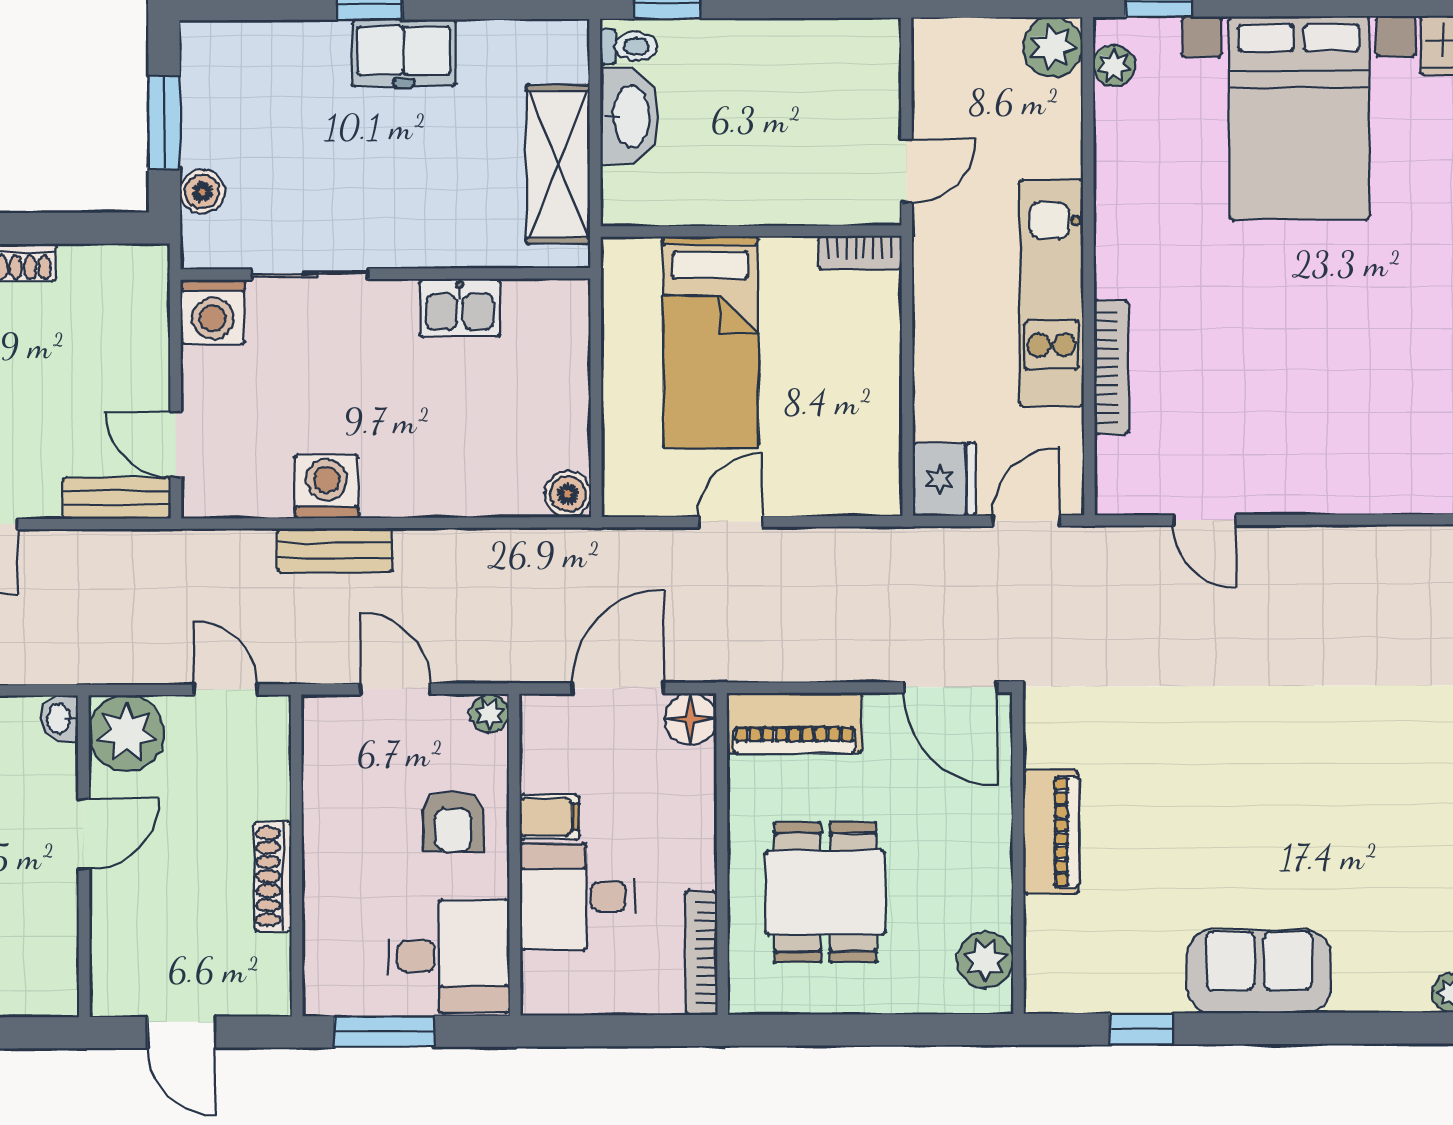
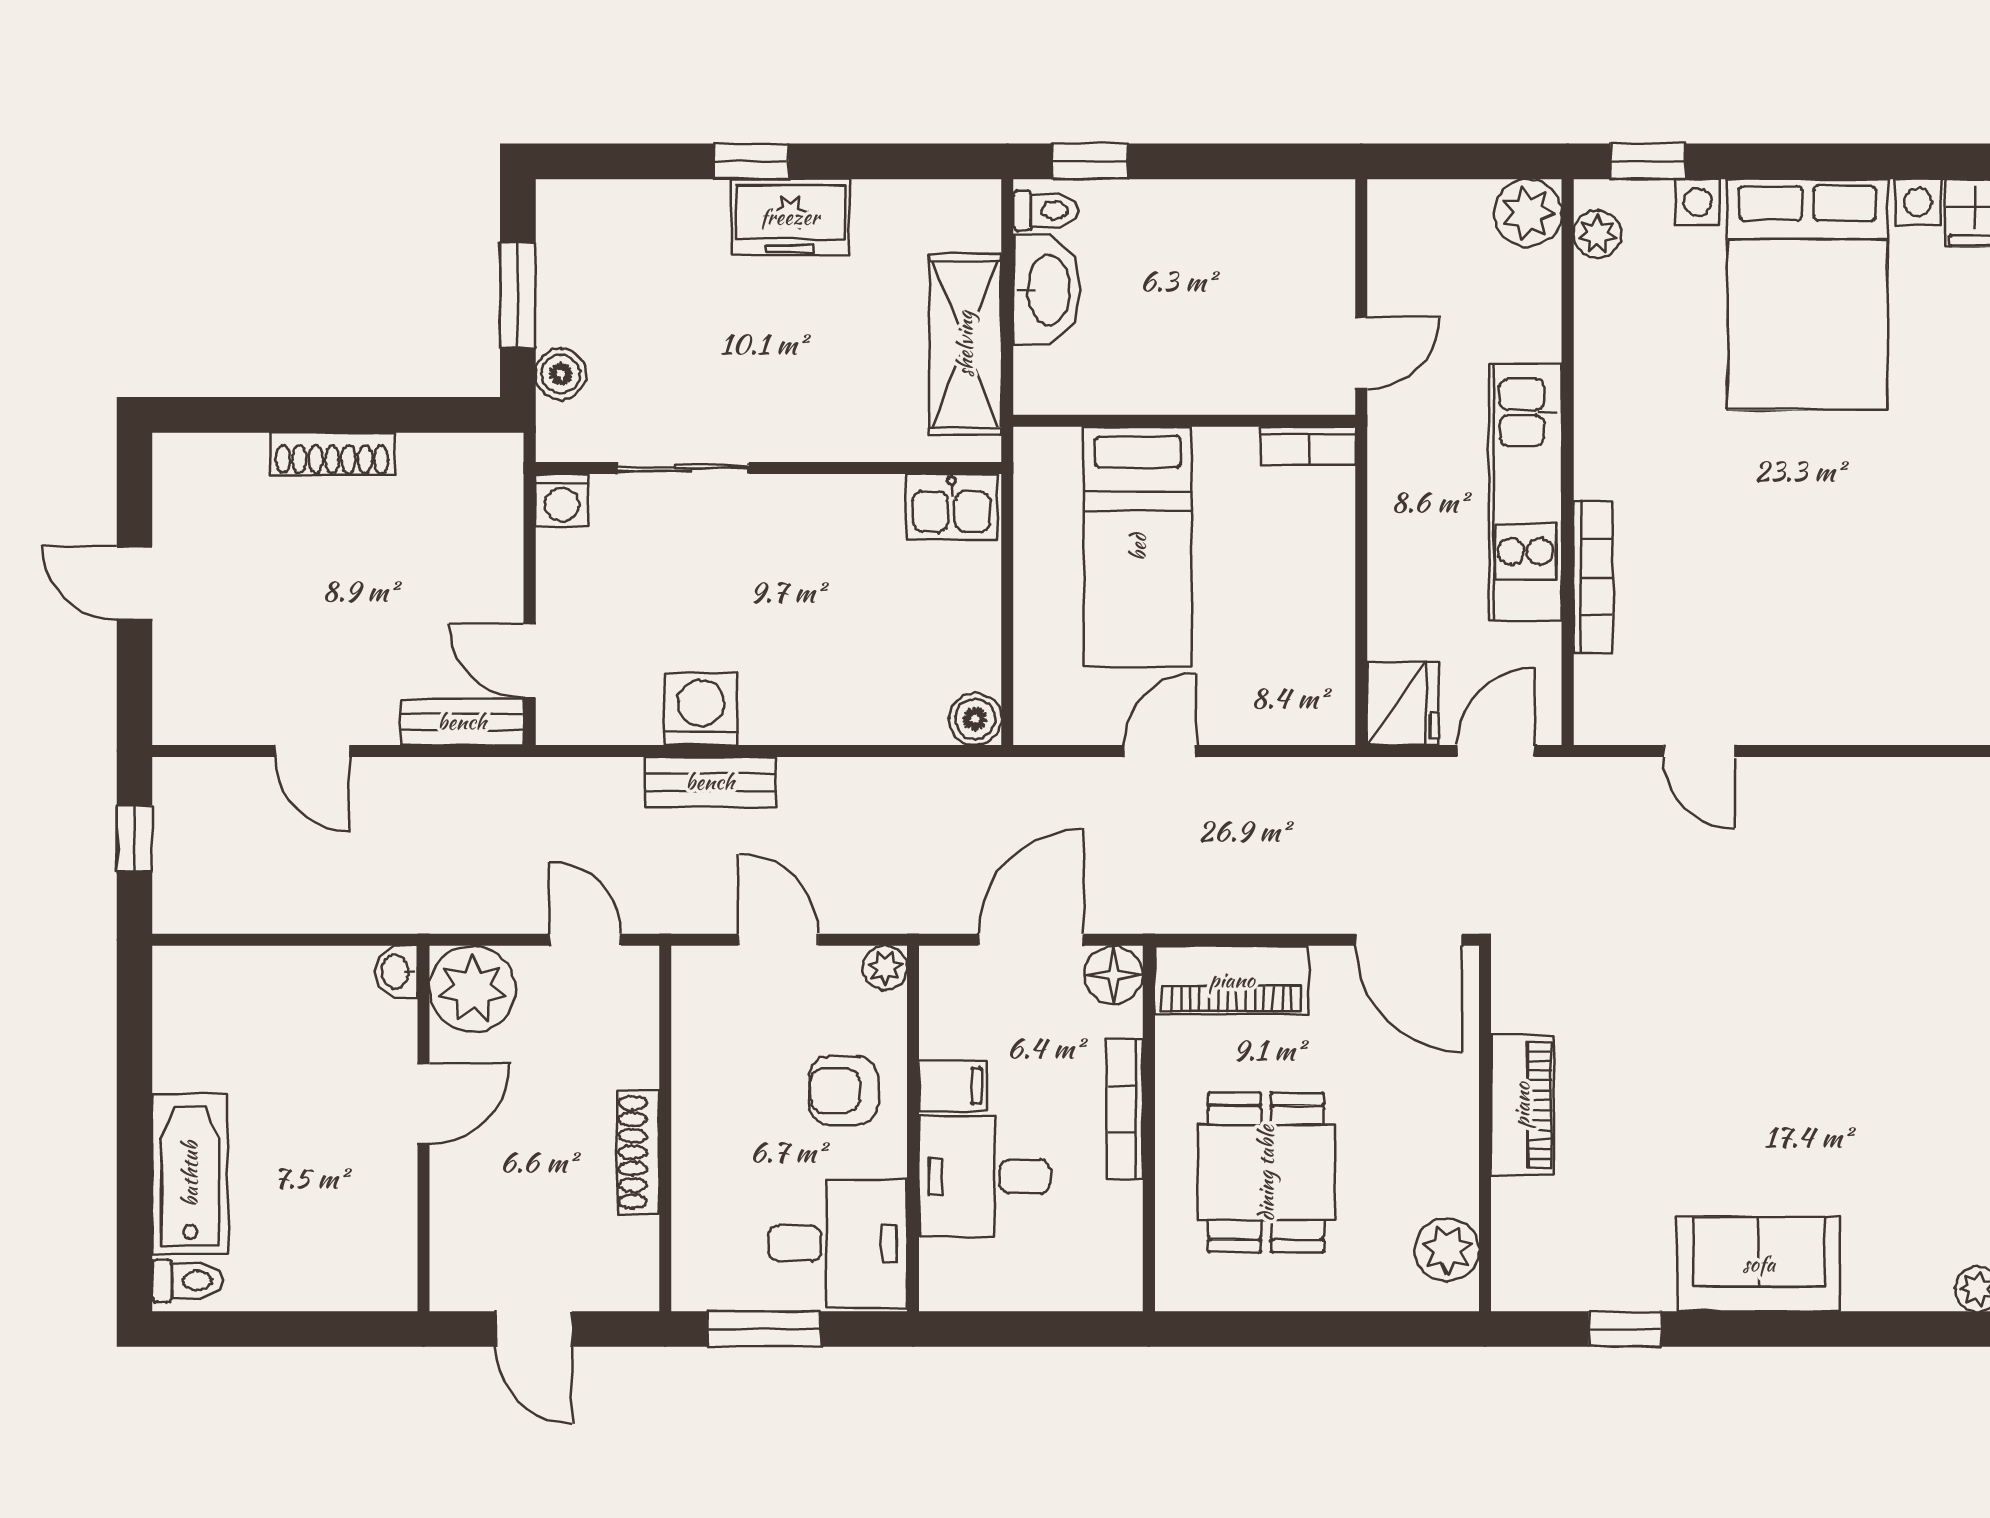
kitchen sink: (460, 308) -> (951, 507), moved
washing machine: (213, 312) -> (562, 500), width x0.73, depth x0.73
armchair: (453, 822) -> (843, 1091), turned 90
bookcase: (701, 953) -> (1125, 1109), moved

